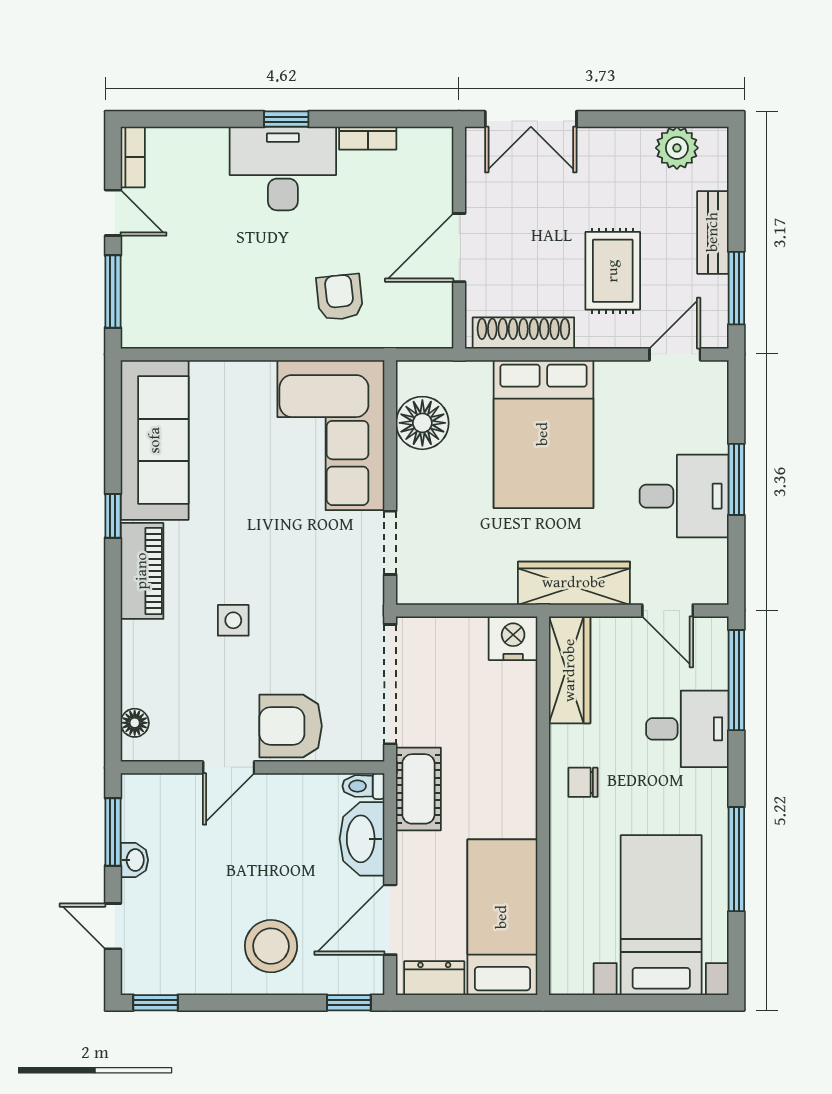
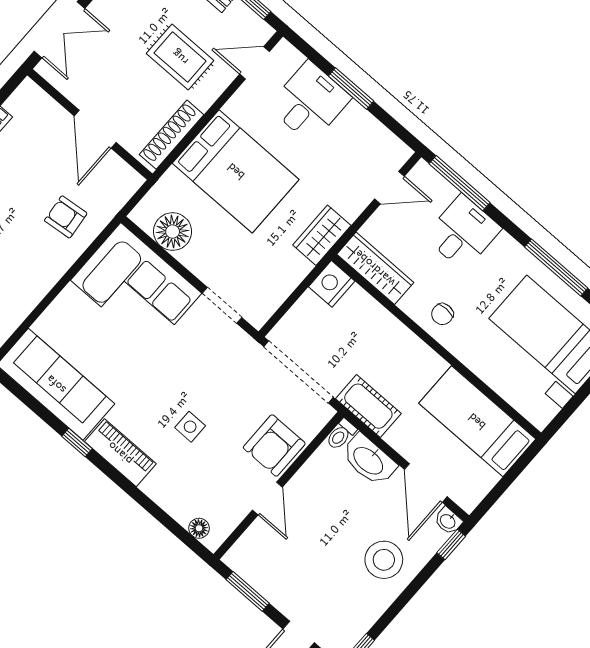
door: (675, 354) -> (255, 63), hinge flipped
desk: (684, 496) -> (310, 102), moved
wardrobe: (574, 583) -> (322, 235), width x0.67
washbasin: (134, 860) -> (448, 521), moved, turned 180
dresser: (434, 978) -> (478, 487), removed

